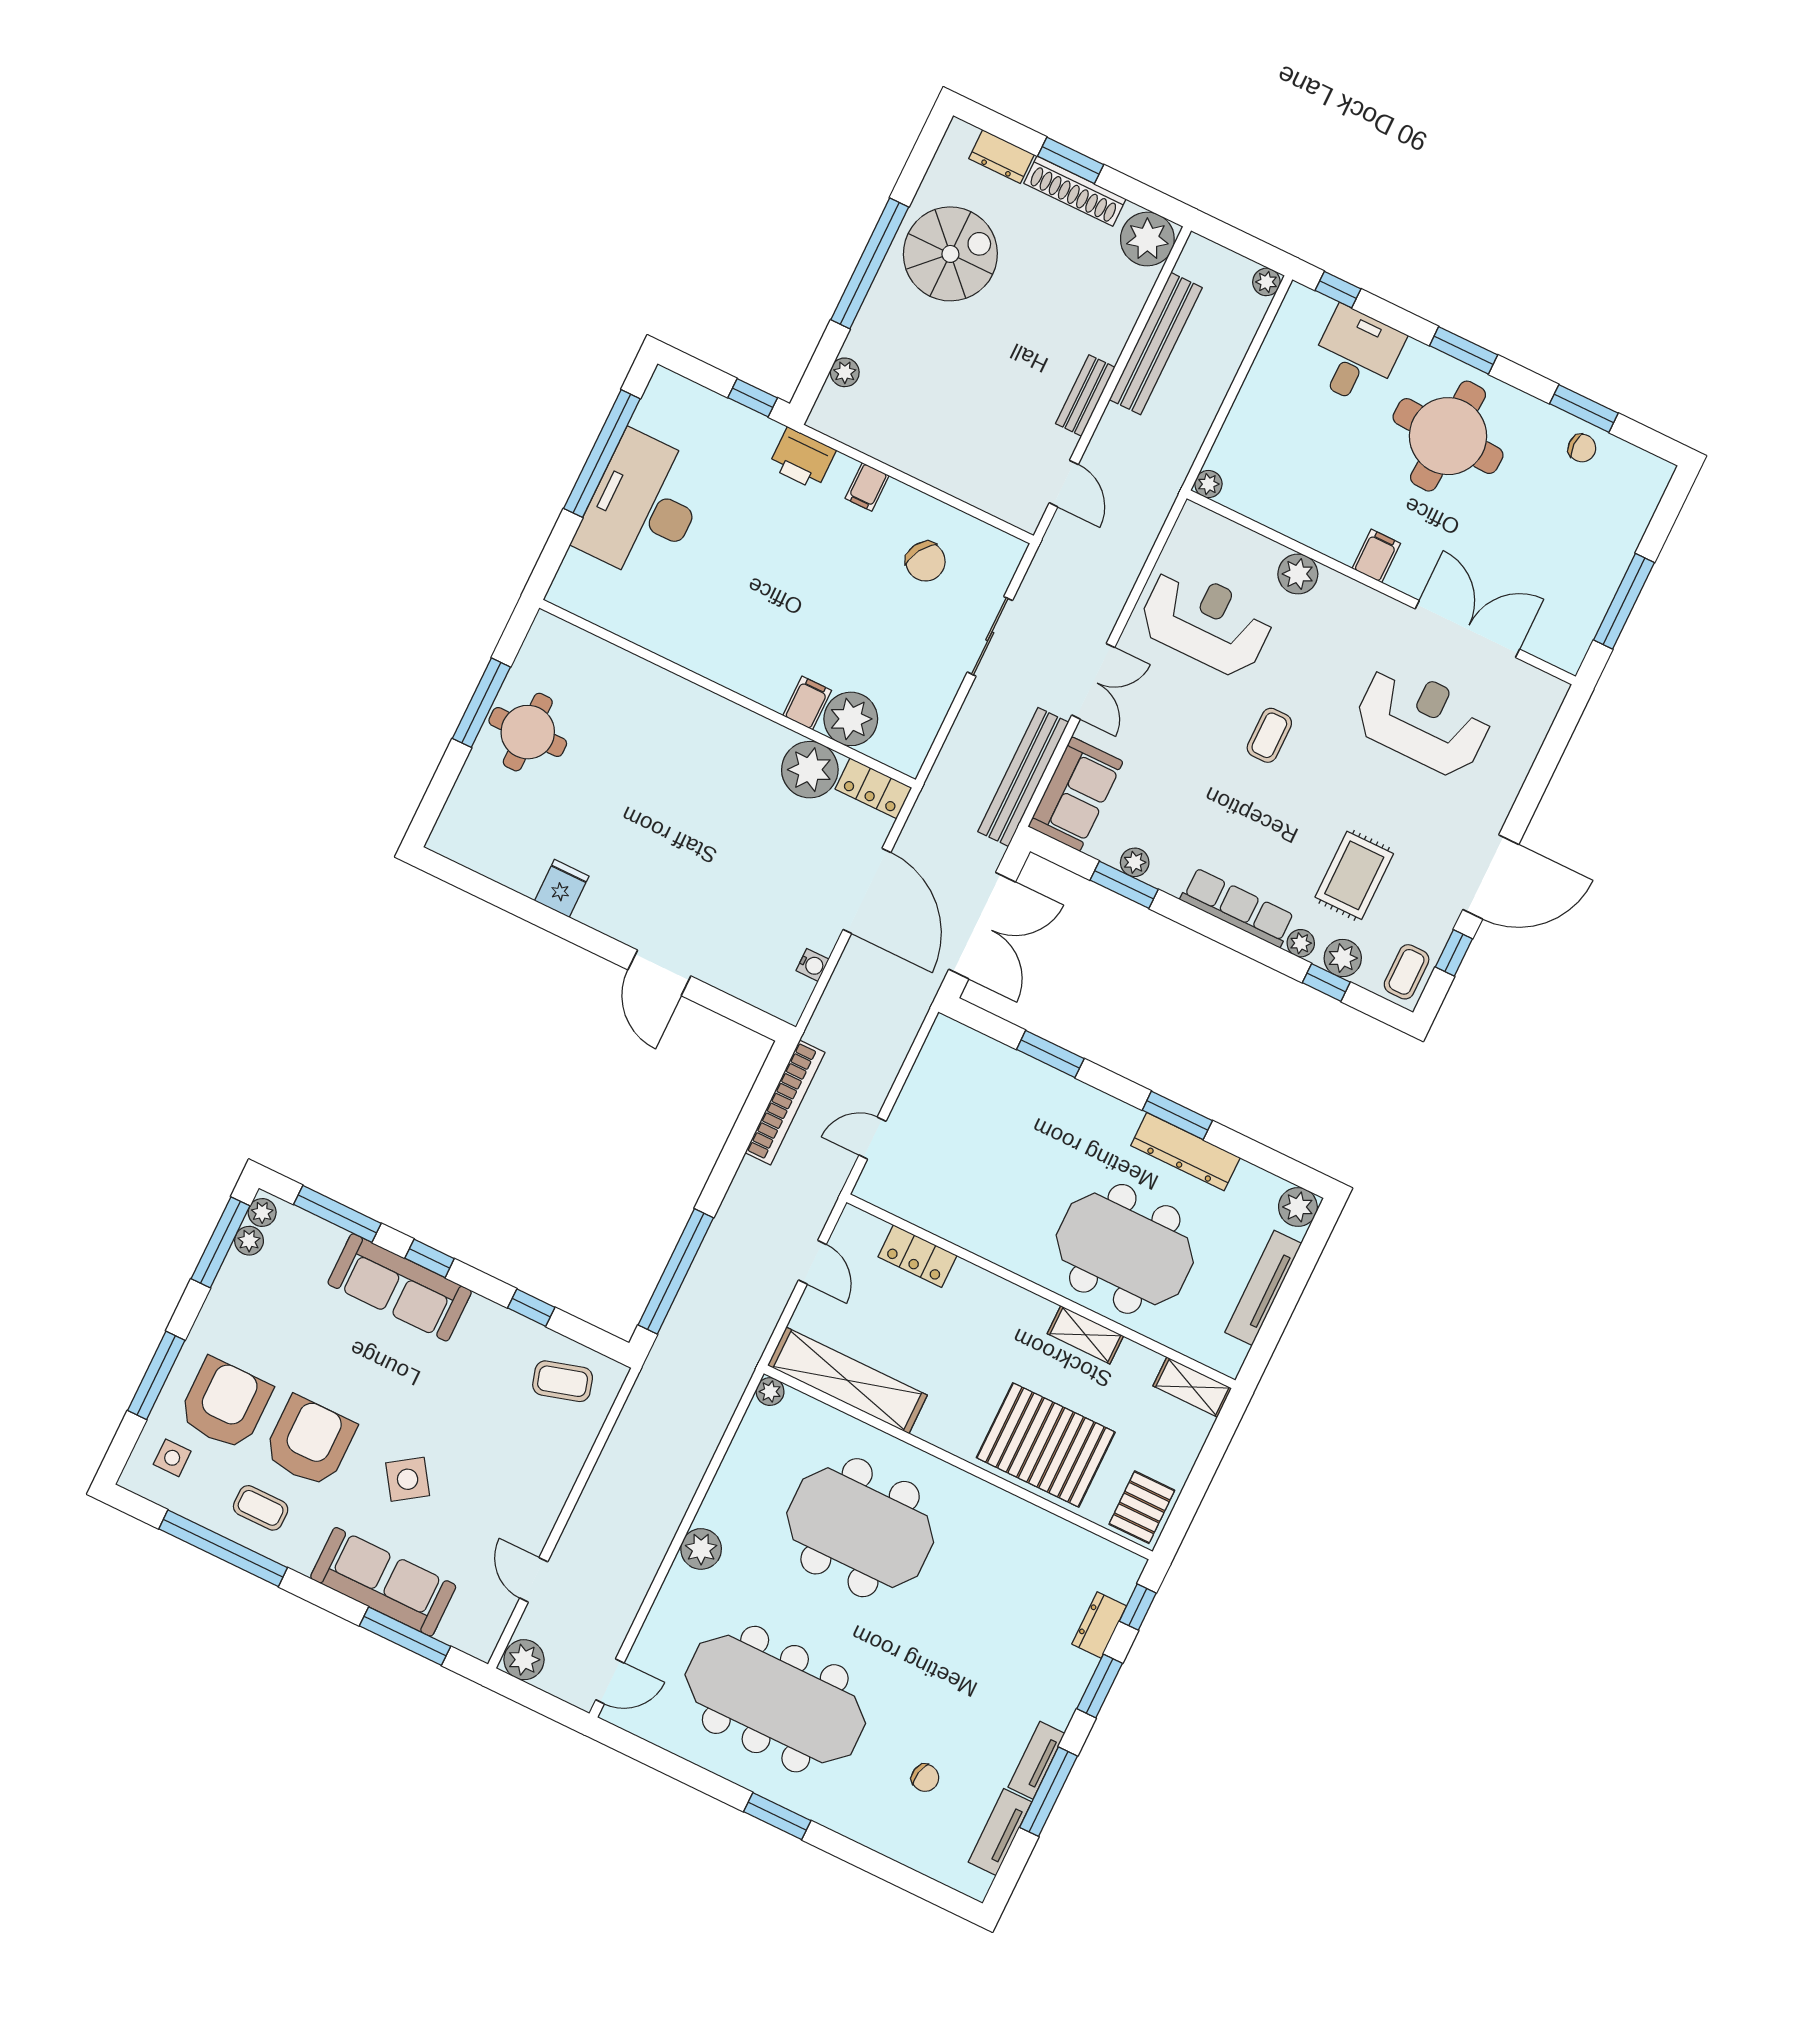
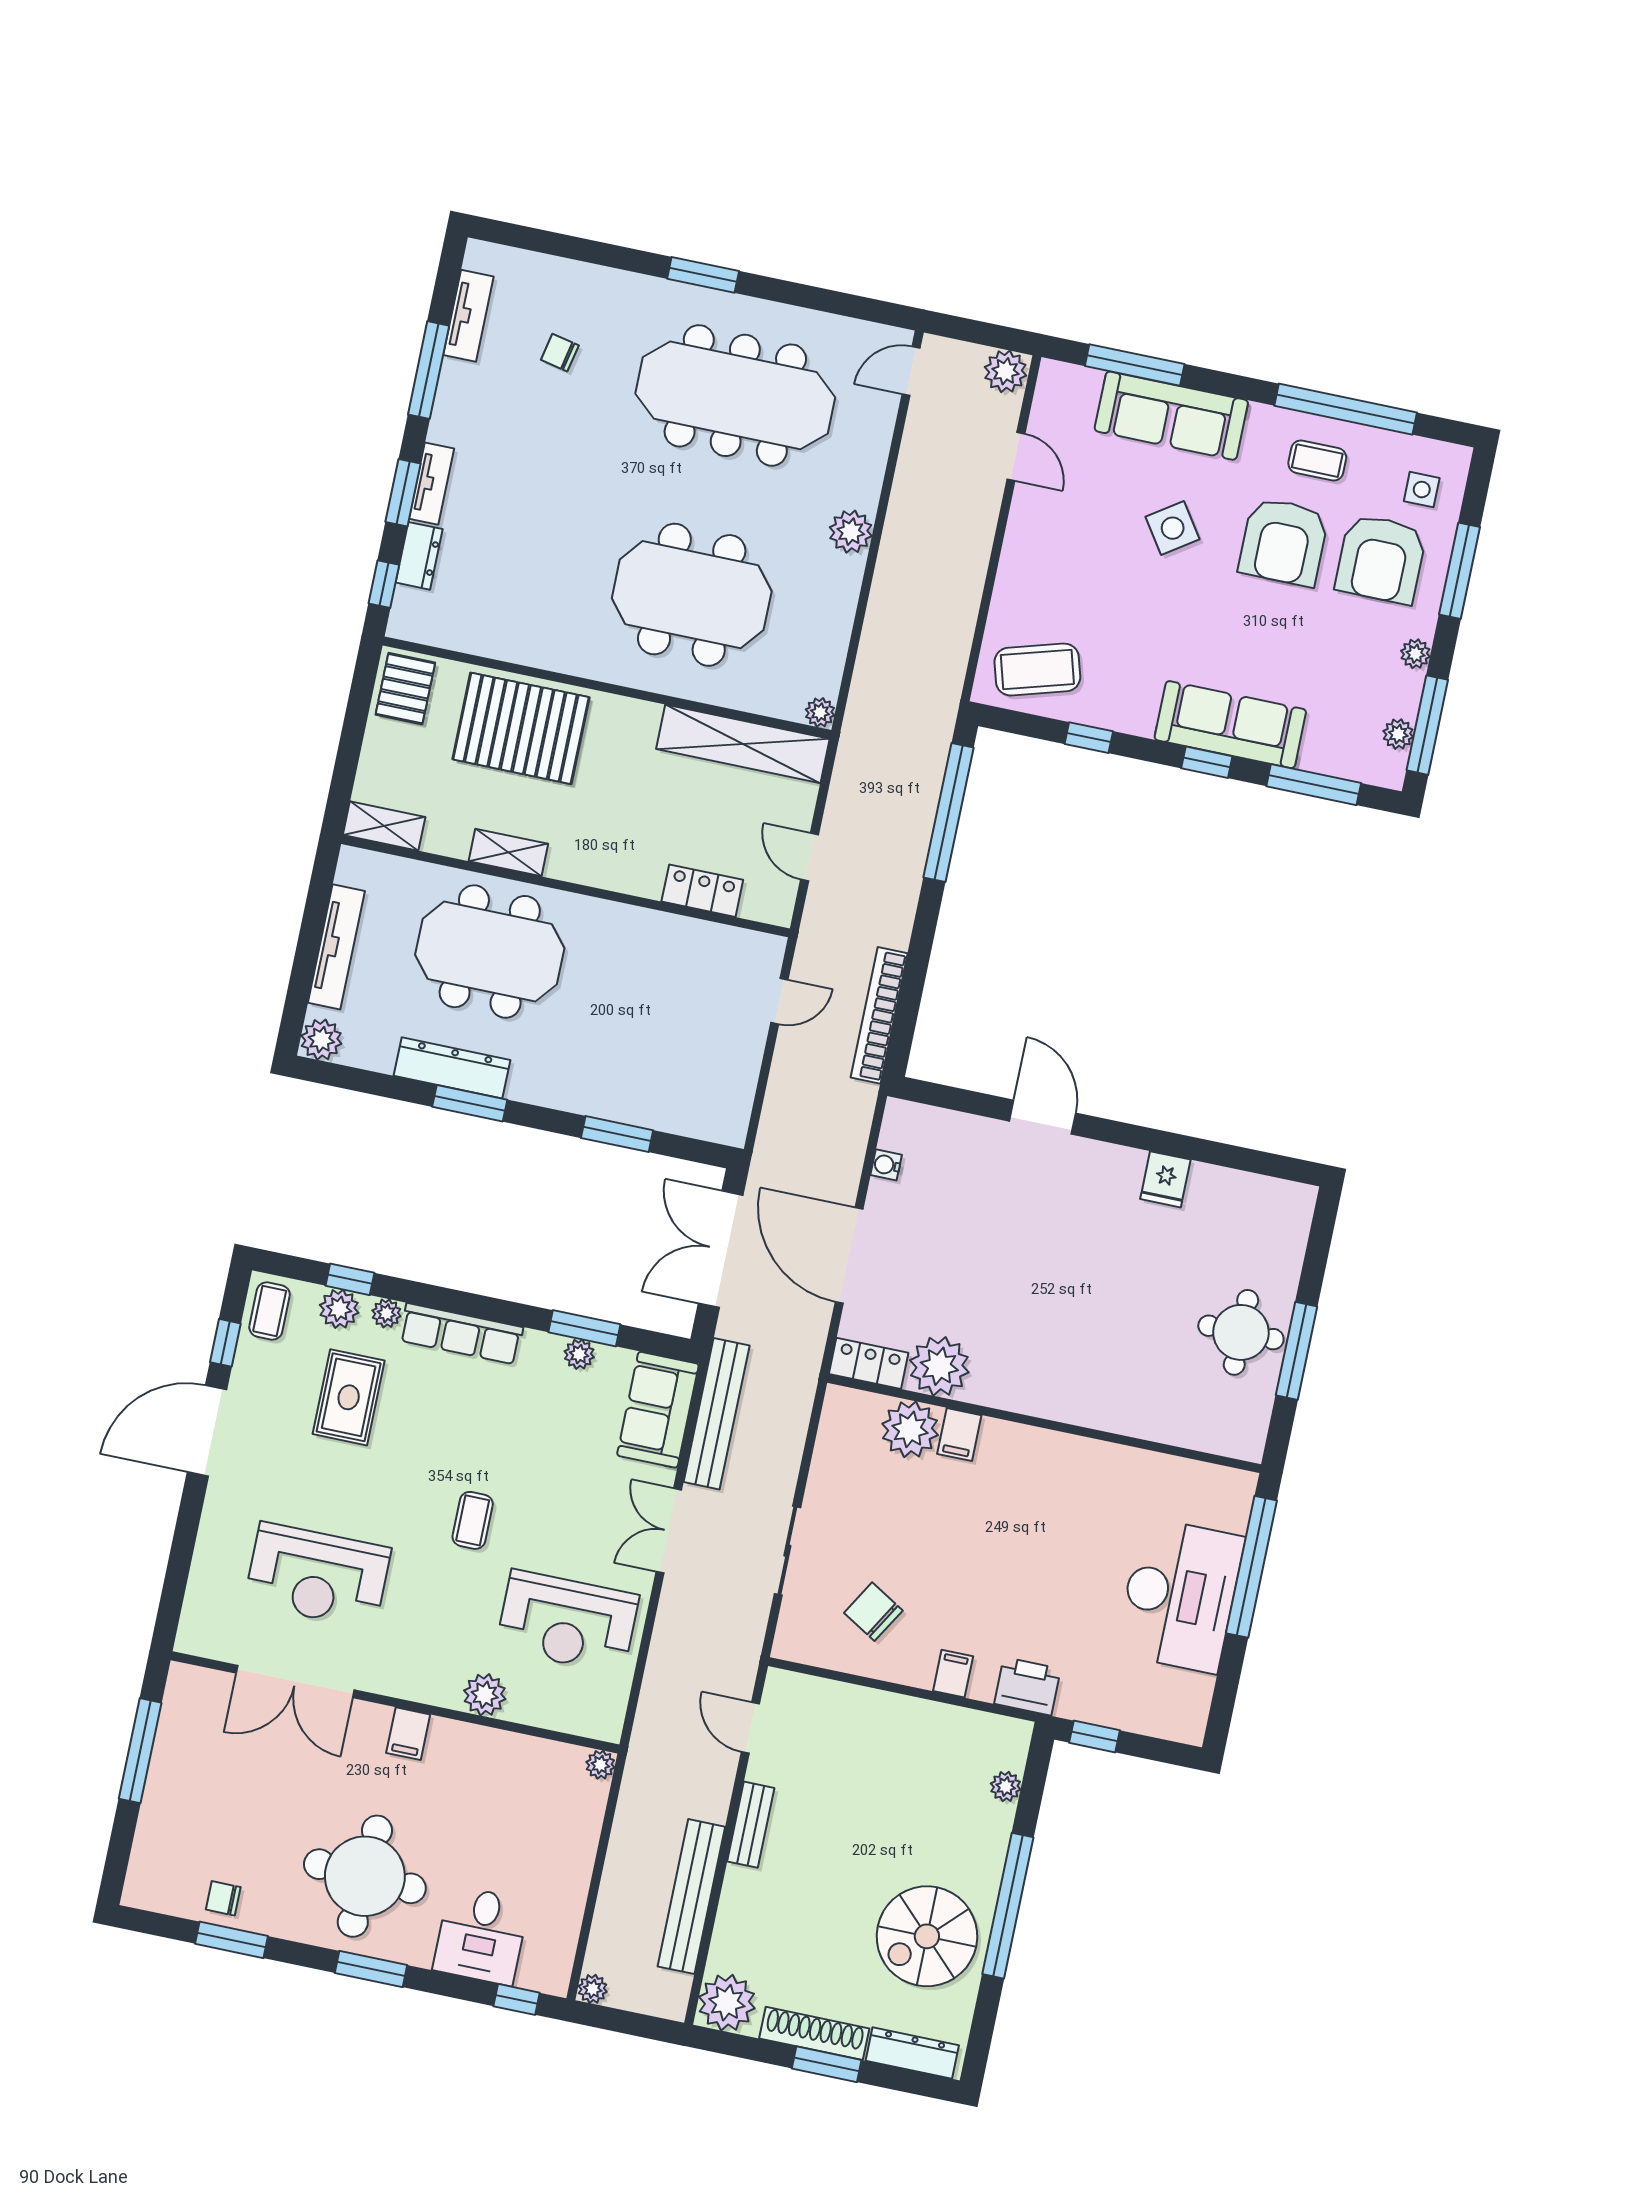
dresser: (1002, 157) -> (912, 2053), width x1.44
window: (602, 454) -> (1251, 1567), moved
plant: (262, 1212) -> (1415, 654), moved
coffee table: (563, 1381) -> (1037, 670), width x1.36, depth x1.30
tv unit: (1036, 1760) -> (432, 484), moved

